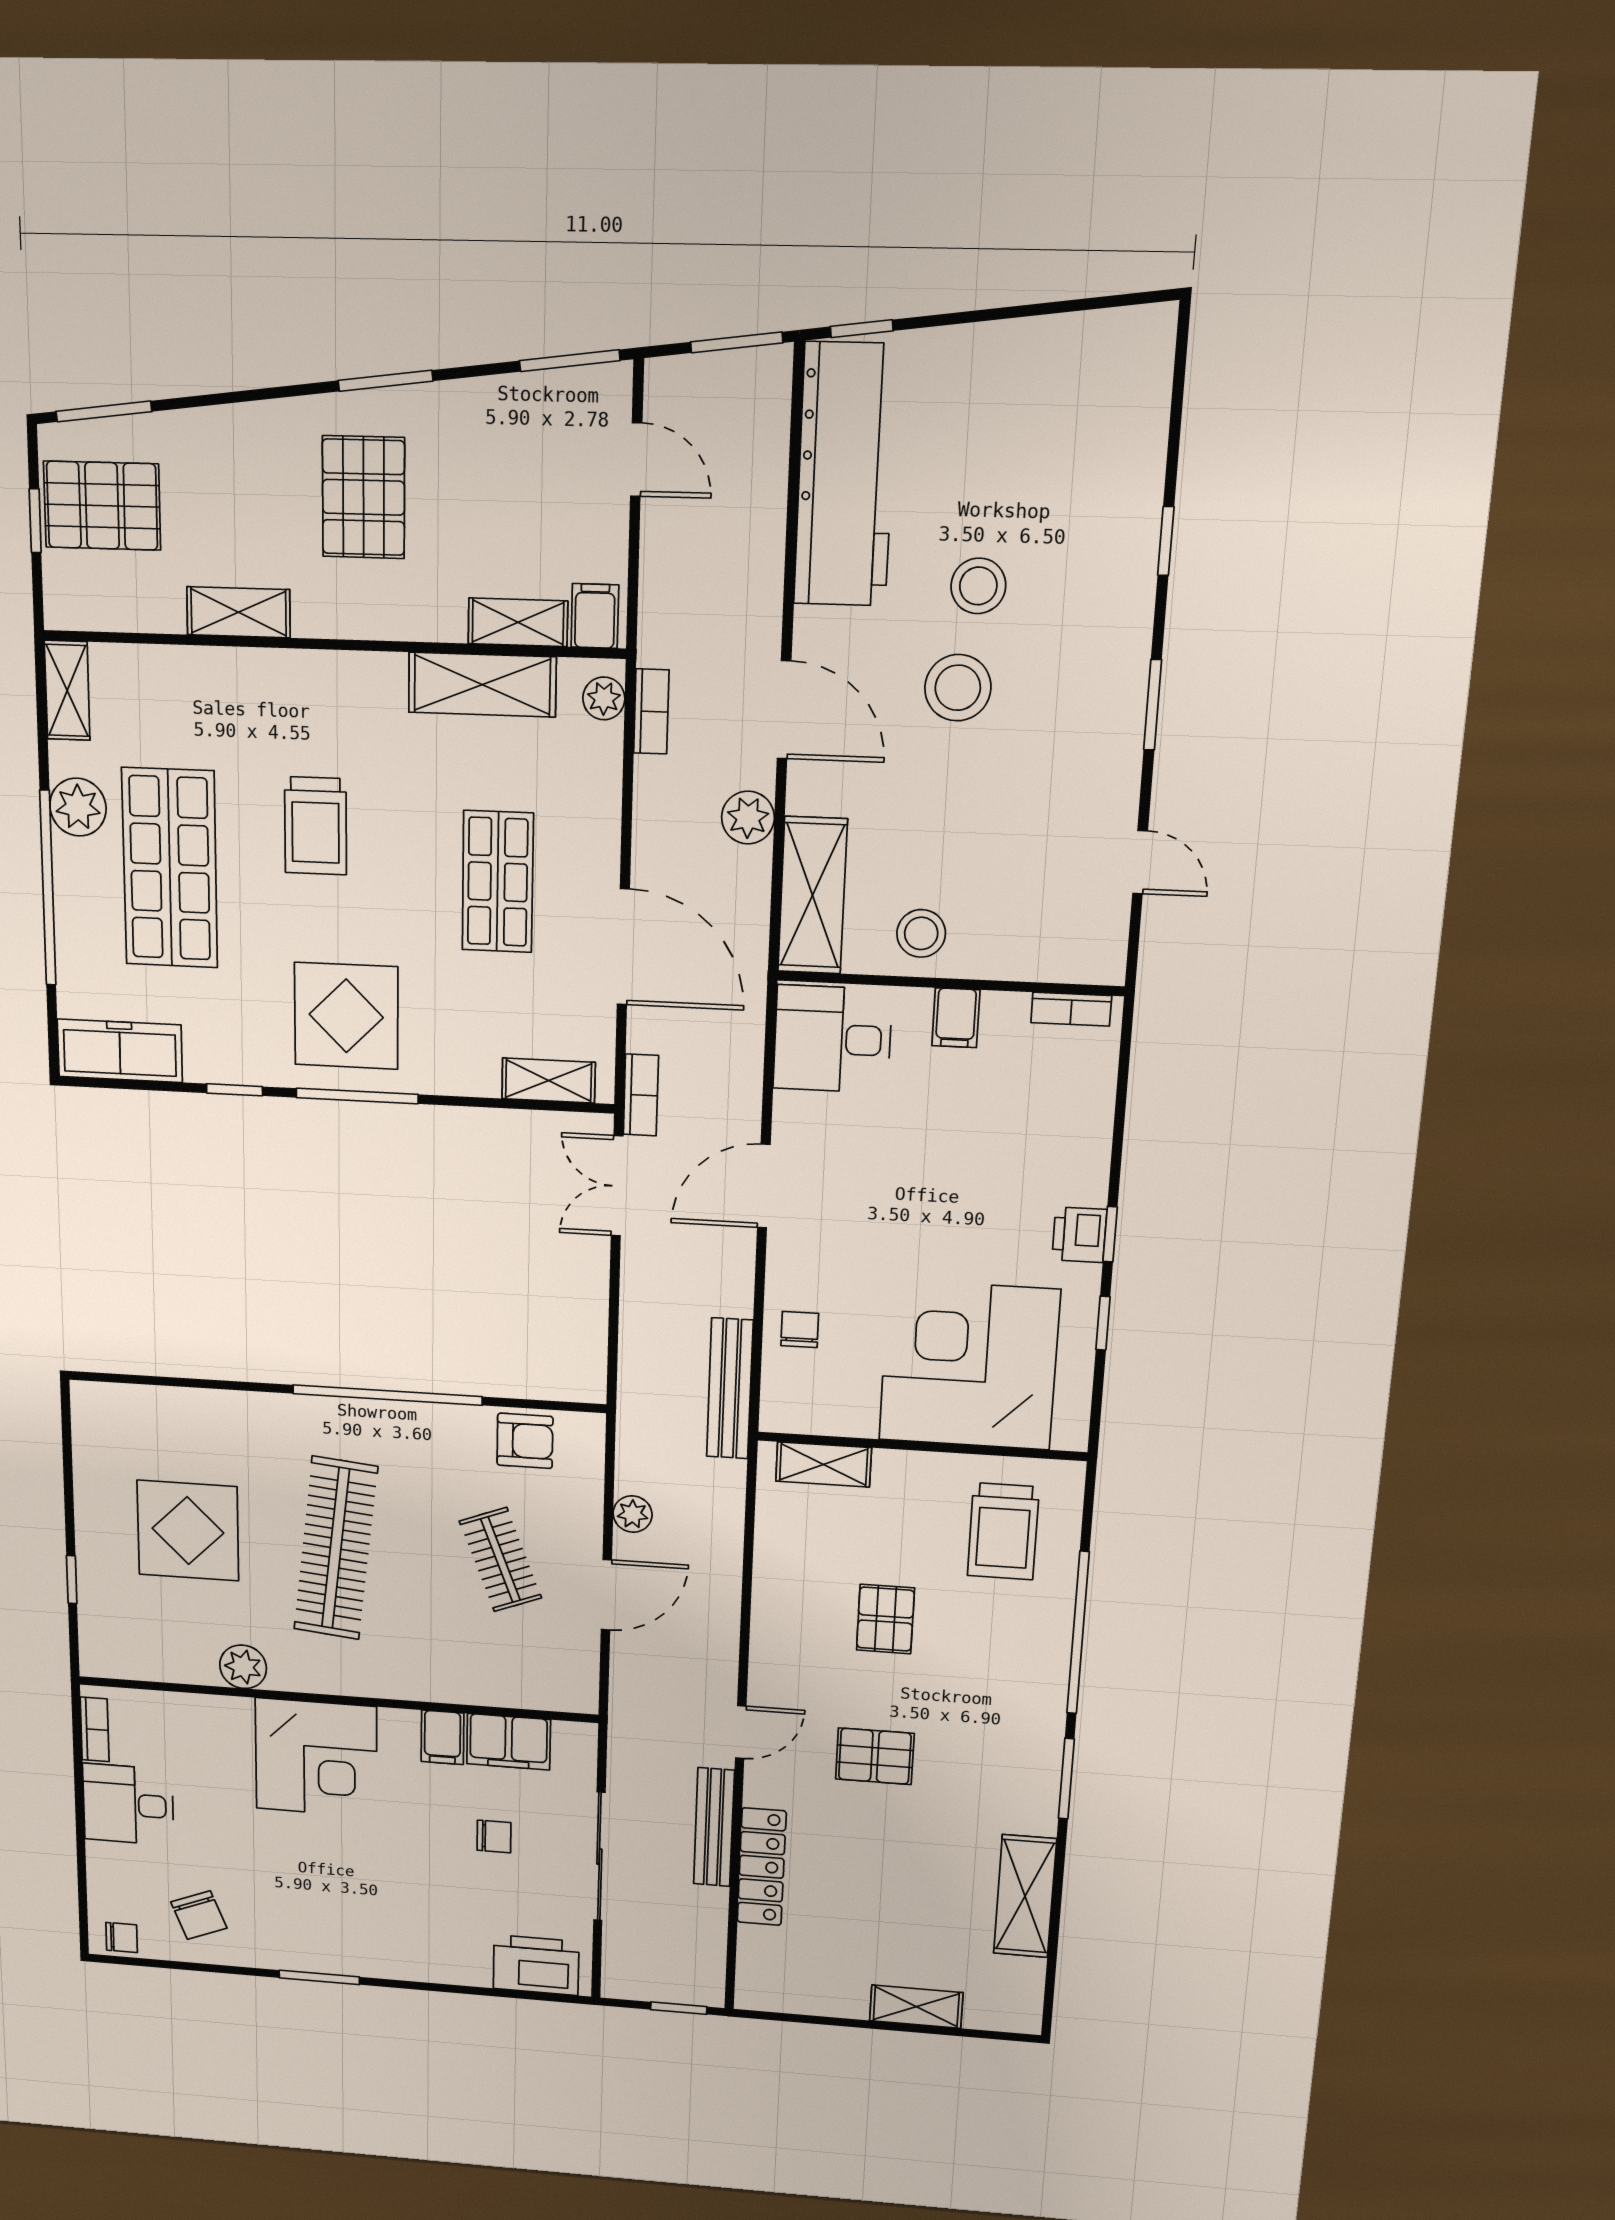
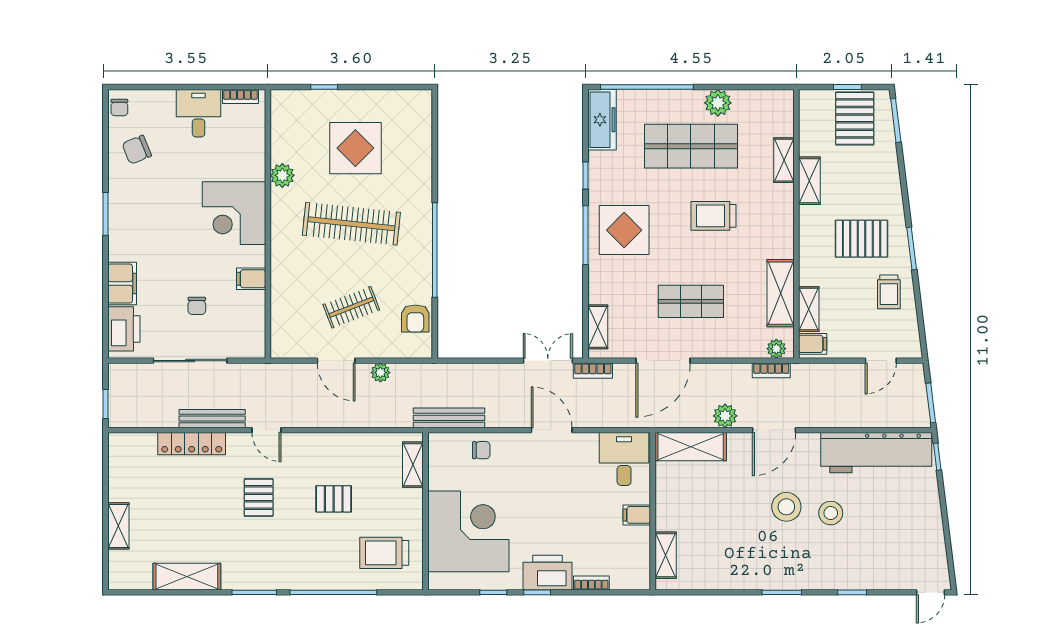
window: (570, 361) -> (922, 330), removed
trolley: (482, 436) -> (889, 292), added
shelving: (67, 690) -> (784, 160), moved, turned 90
door: (1140, 862) -> (930, 592), moved
window: (48, 888) -> (647, 87), moved
stool: (921, 933) -> (675, 497), removed
shelving: (1049, 960) -> (666, 555), added
bookcase: (1071, 1009) -> (591, 583), moved, turned 90
printer: (1079, 1235) -> (547, 573), width x1.87, depth x1.48
filing cabinet: (509, 1742) -> (122, 283), moved, turned 180

